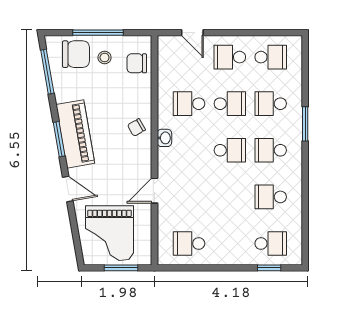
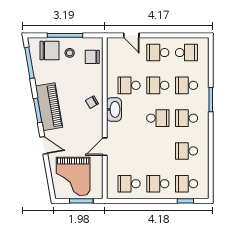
school desk: (230, 104) -> (158, 85), turned 180
washbasin: (164, 138) -> (114, 109), width x1.91, depth x1.45
school desk: (230, 244) -> (158, 184), added
school desk: (271, 244) -> (186, 184), turned 180

